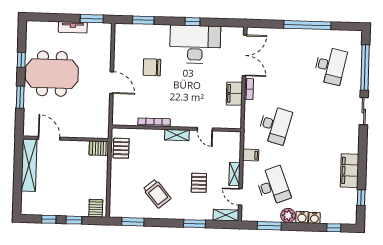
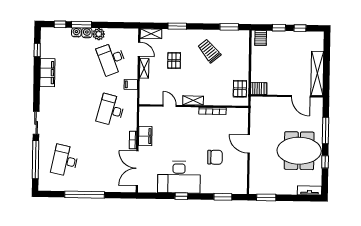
tv unit: (73, 27) -> (309, 190), moved
window: (20, 97) -> (326, 131), width x1.44
window: (269, 226) -> (81, 25), moved

